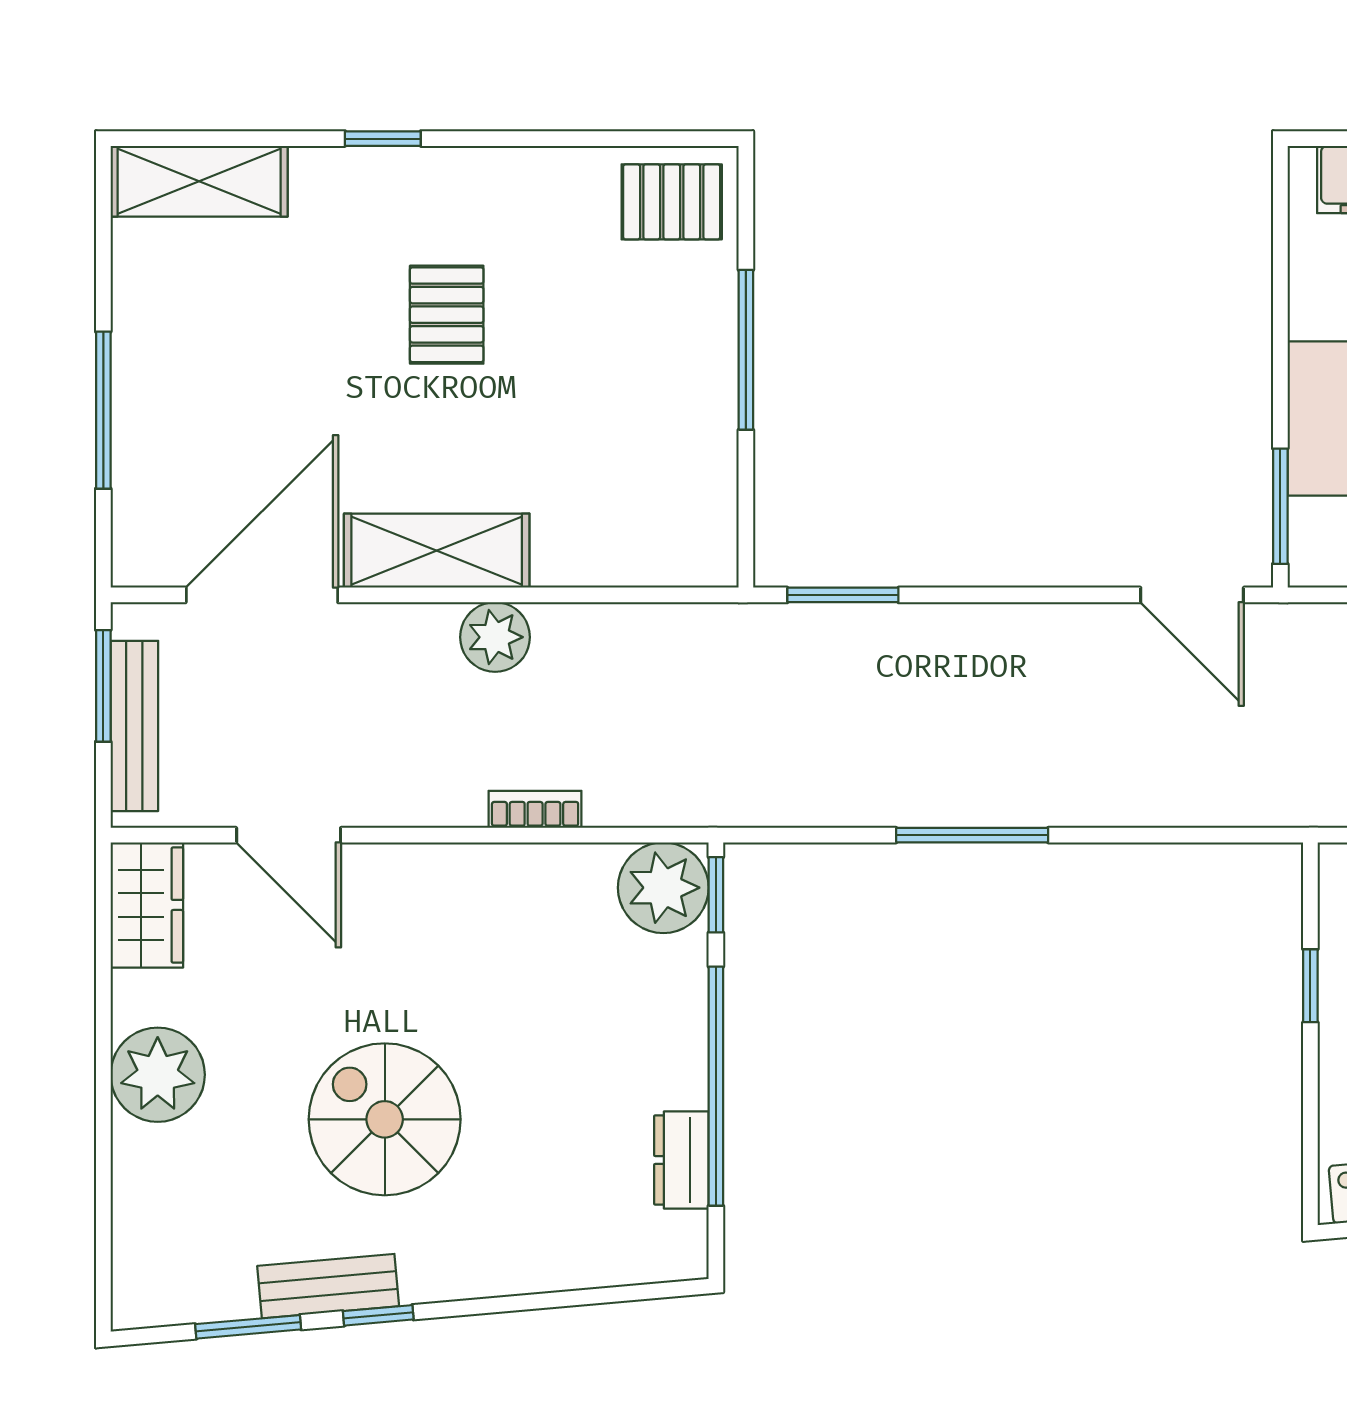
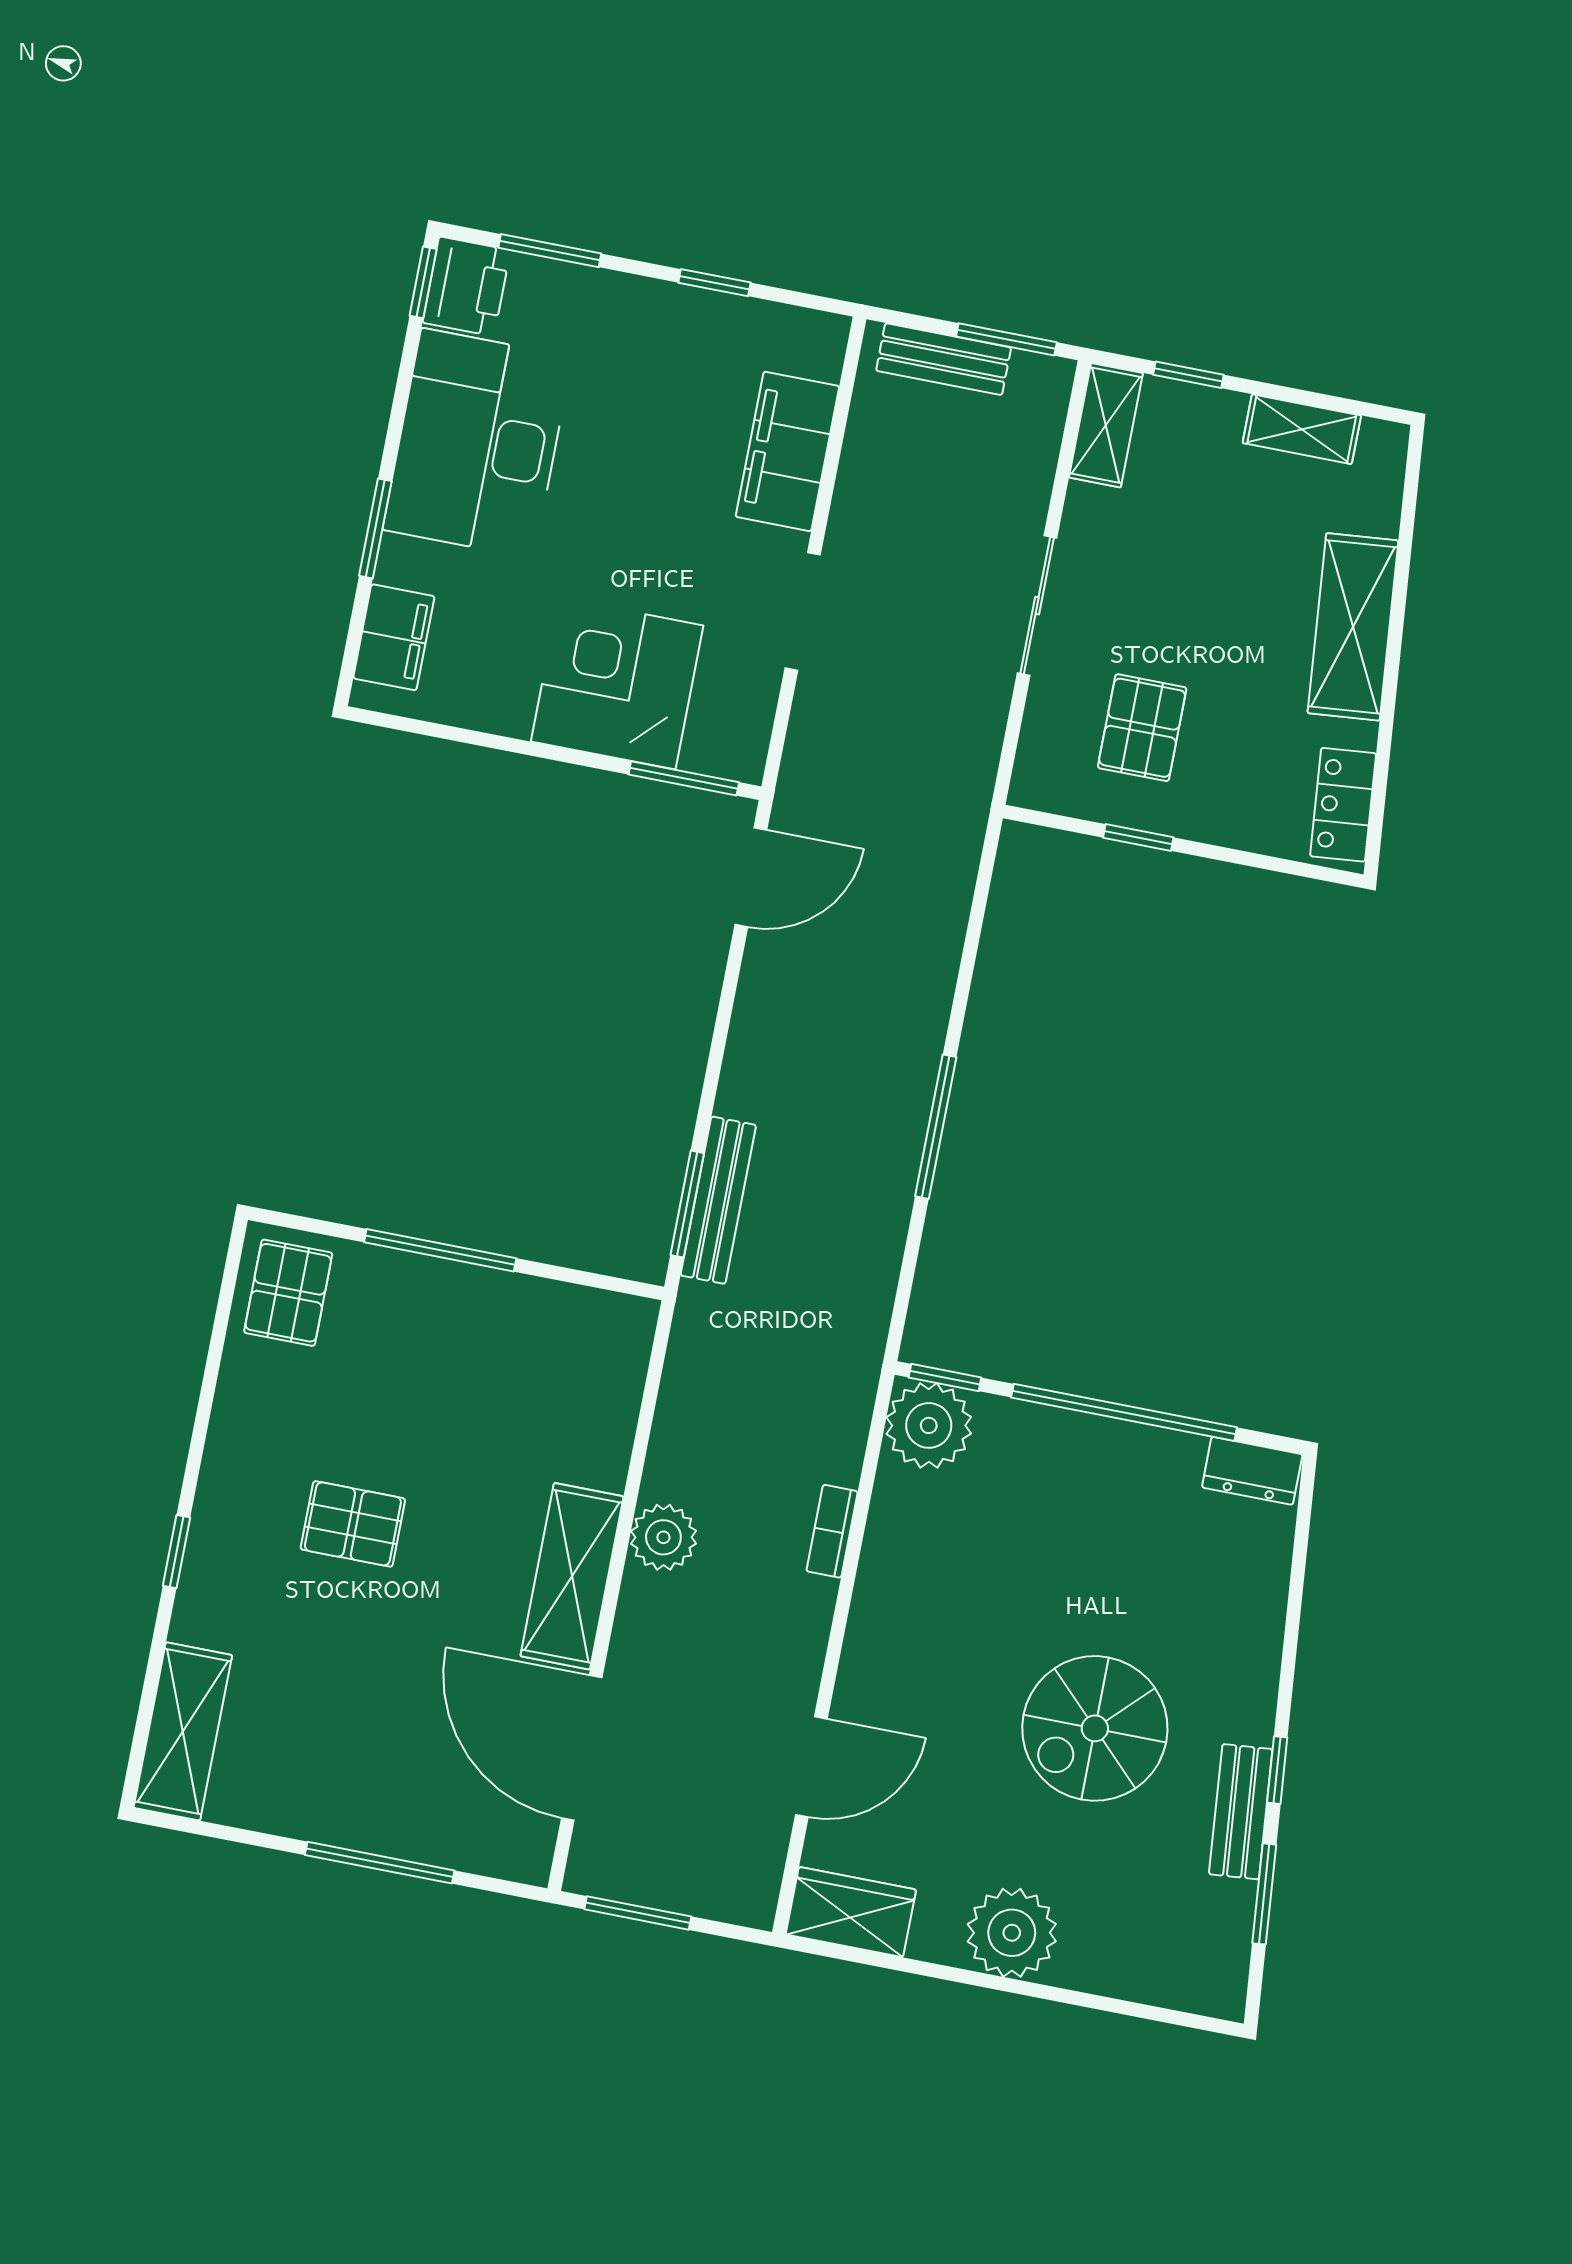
bench: (134, 726) -> (718, 1200), moved, turned 90
dresser: (681, 1160) -> (1252, 1471), moved

